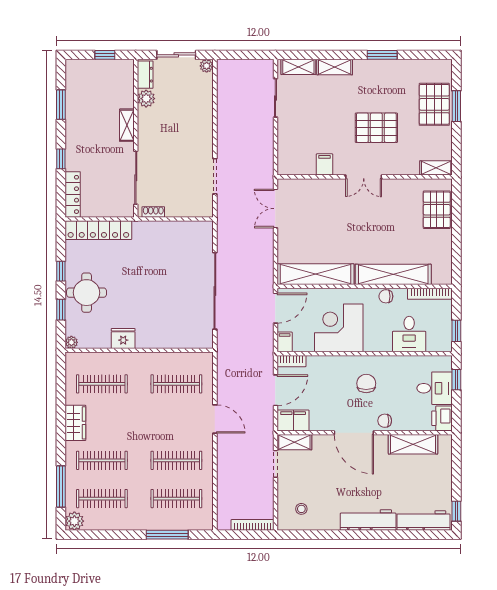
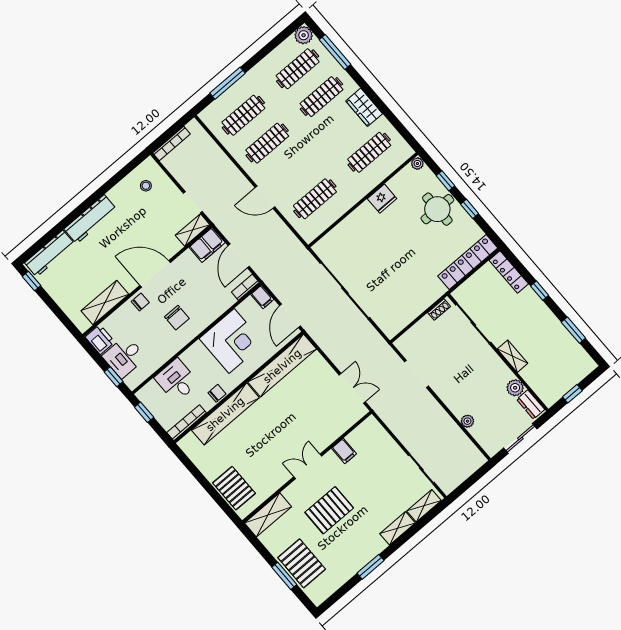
plant: (207, 66) -> (467, 421), moved
shelving: (436, 168) -> (268, 515), width x1.50, depth x1.33

